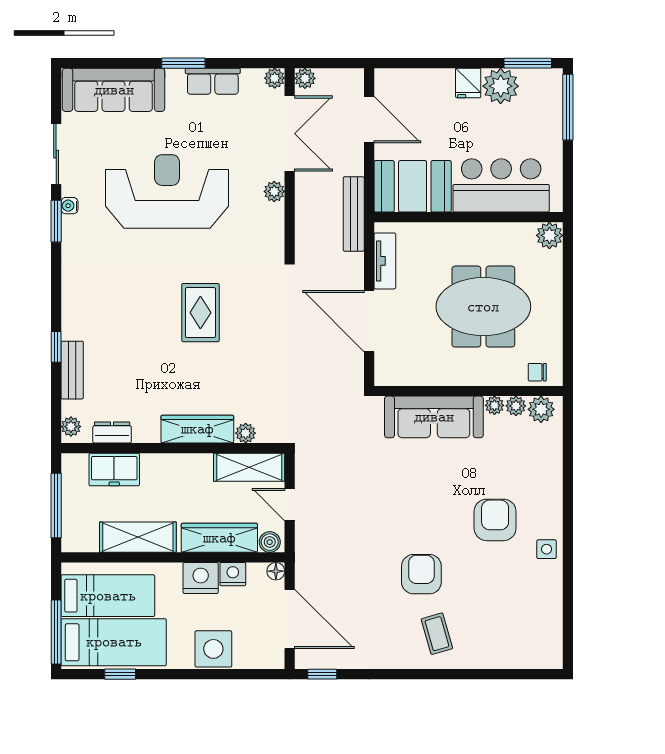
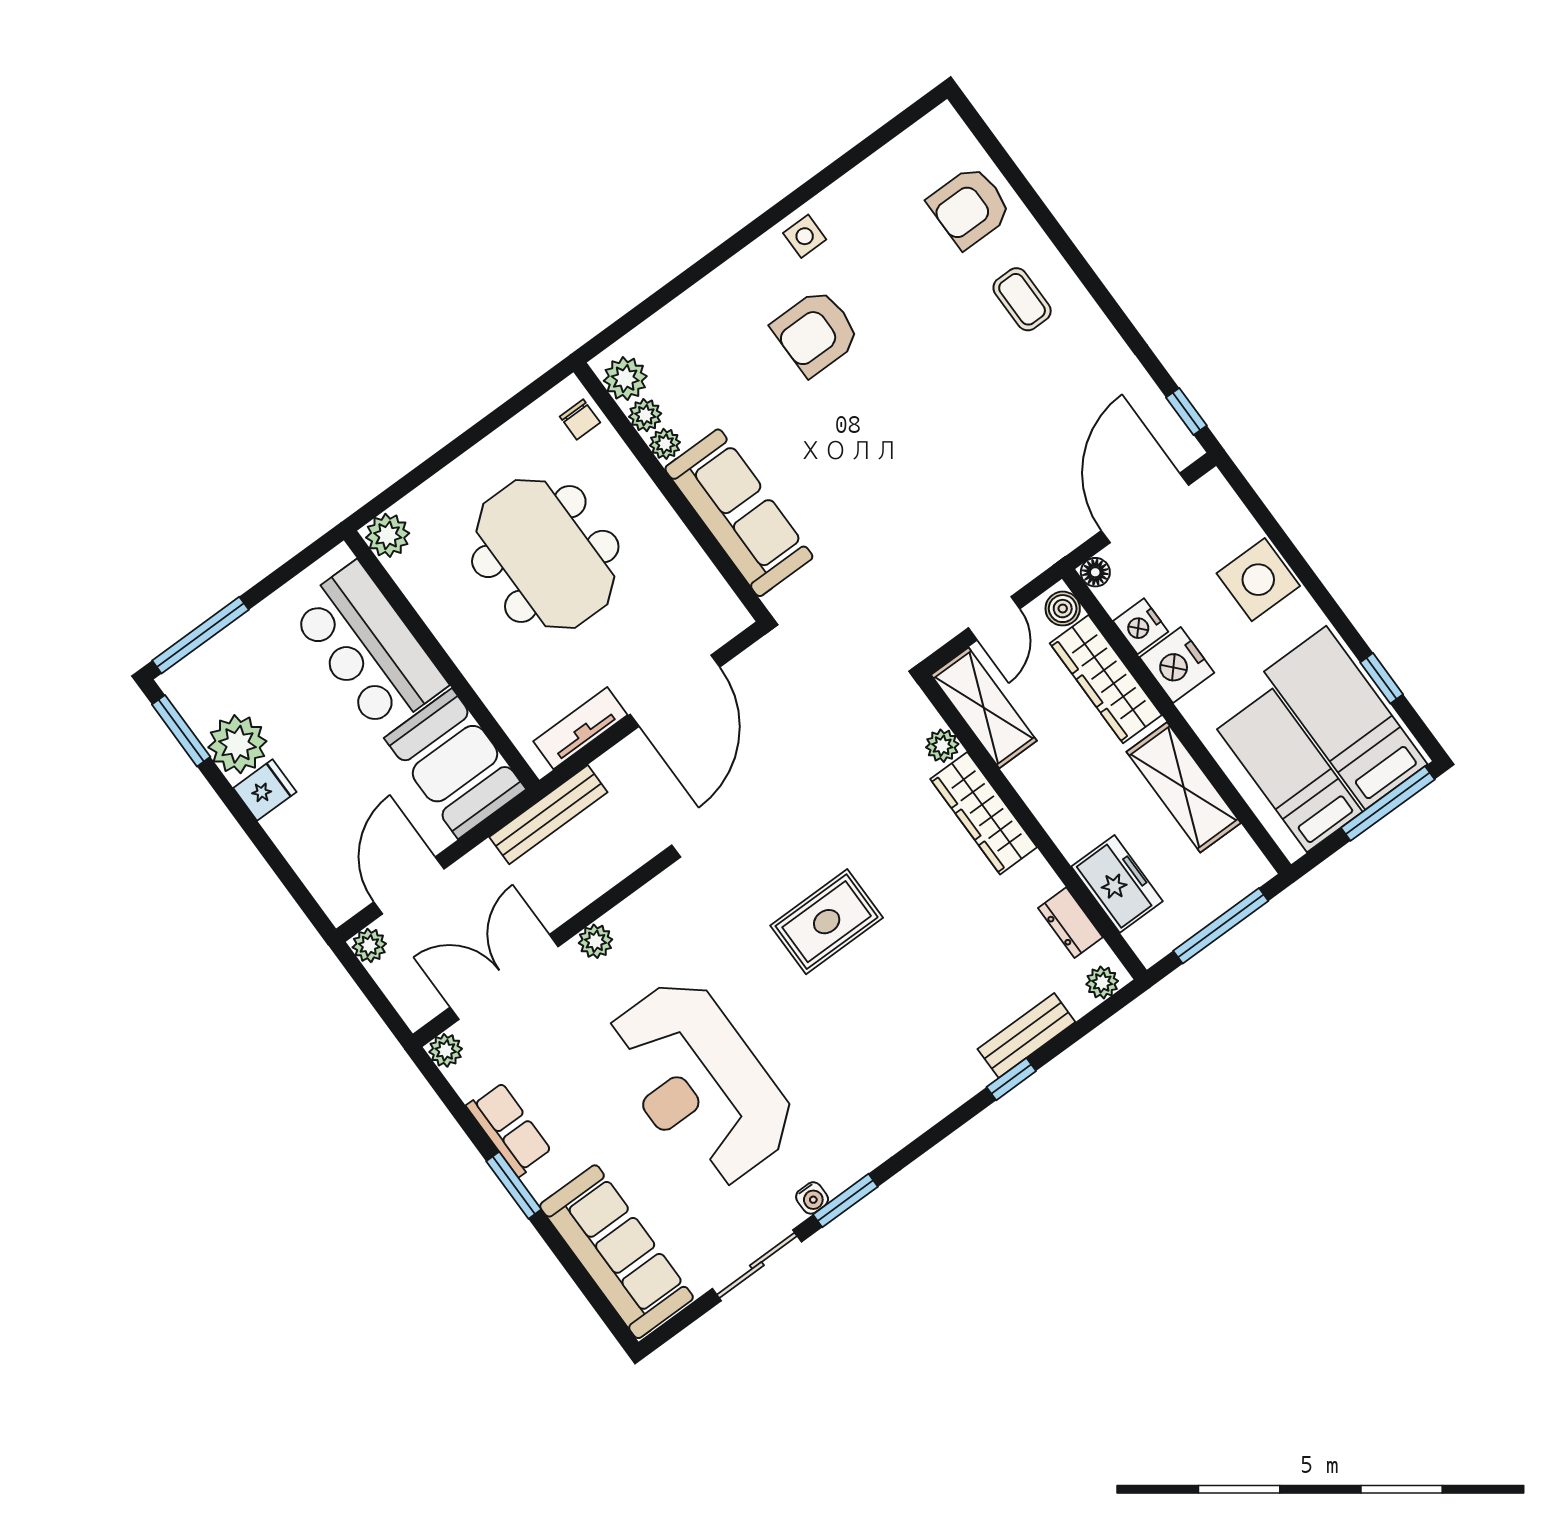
plant: (305, 78) -> (369, 945), moved
armchair: (421, 574) -> (970, 207), moved
coffee table: (437, 634) -> (1022, 299), turned -74

